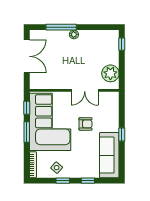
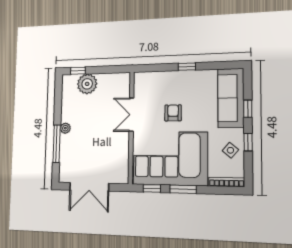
double door: (27, 56) -> (89, 187), swing flipped
plant: (110, 73) -> (87, 84), moved
double door: (85, 90) -> (131, 115), swing flipped
sofa: (109, 155) -> (231, 98), moved, turned 90

